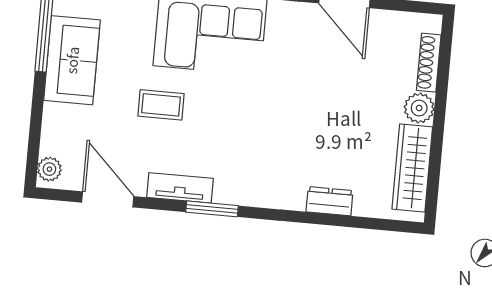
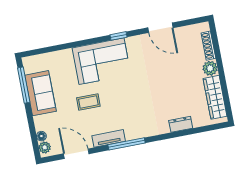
floor lamp: (49, 145) -> (41, 136), added
window: (212, 209) -> (127, 144), width x1.44

